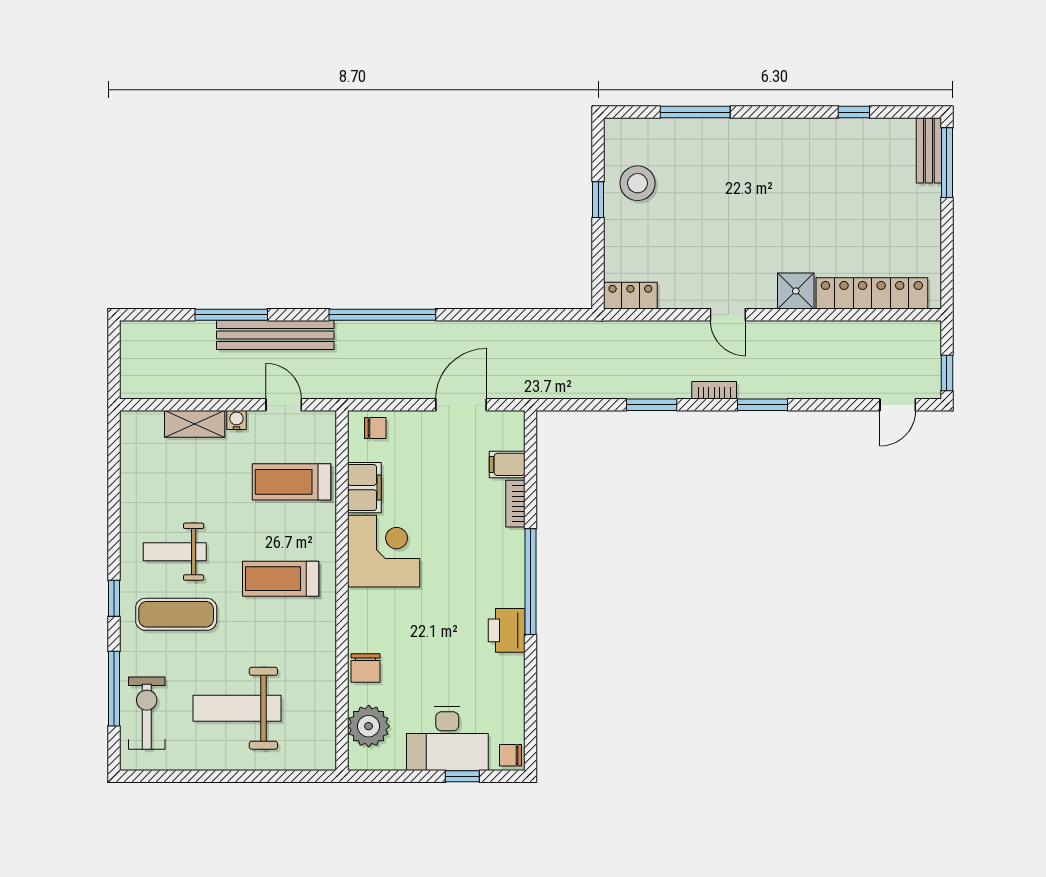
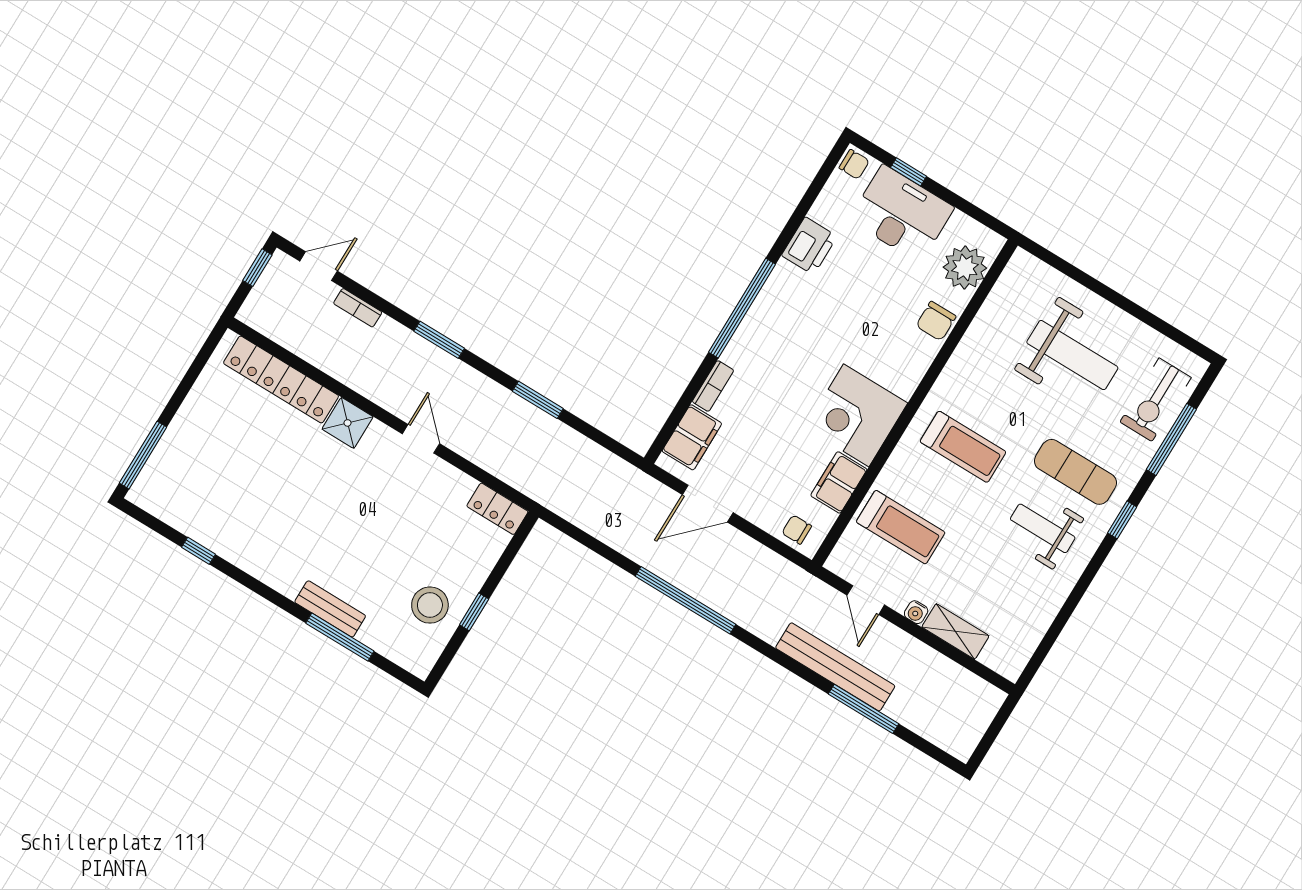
bench: (929, 150) -> (330, 609), moved, turned 90
window: (382, 315) -> (685, 600), moved
bookcase: (714, 390) -> (358, 308), moved
filing cabinet: (507, 464) -> (692, 437), width x2.00
weight bench: (175, 552) -> (1043, 528), turned 180
printer: (507, 630) -> (809, 246), moved
chair: (365, 668) -> (936, 321), turned 180

